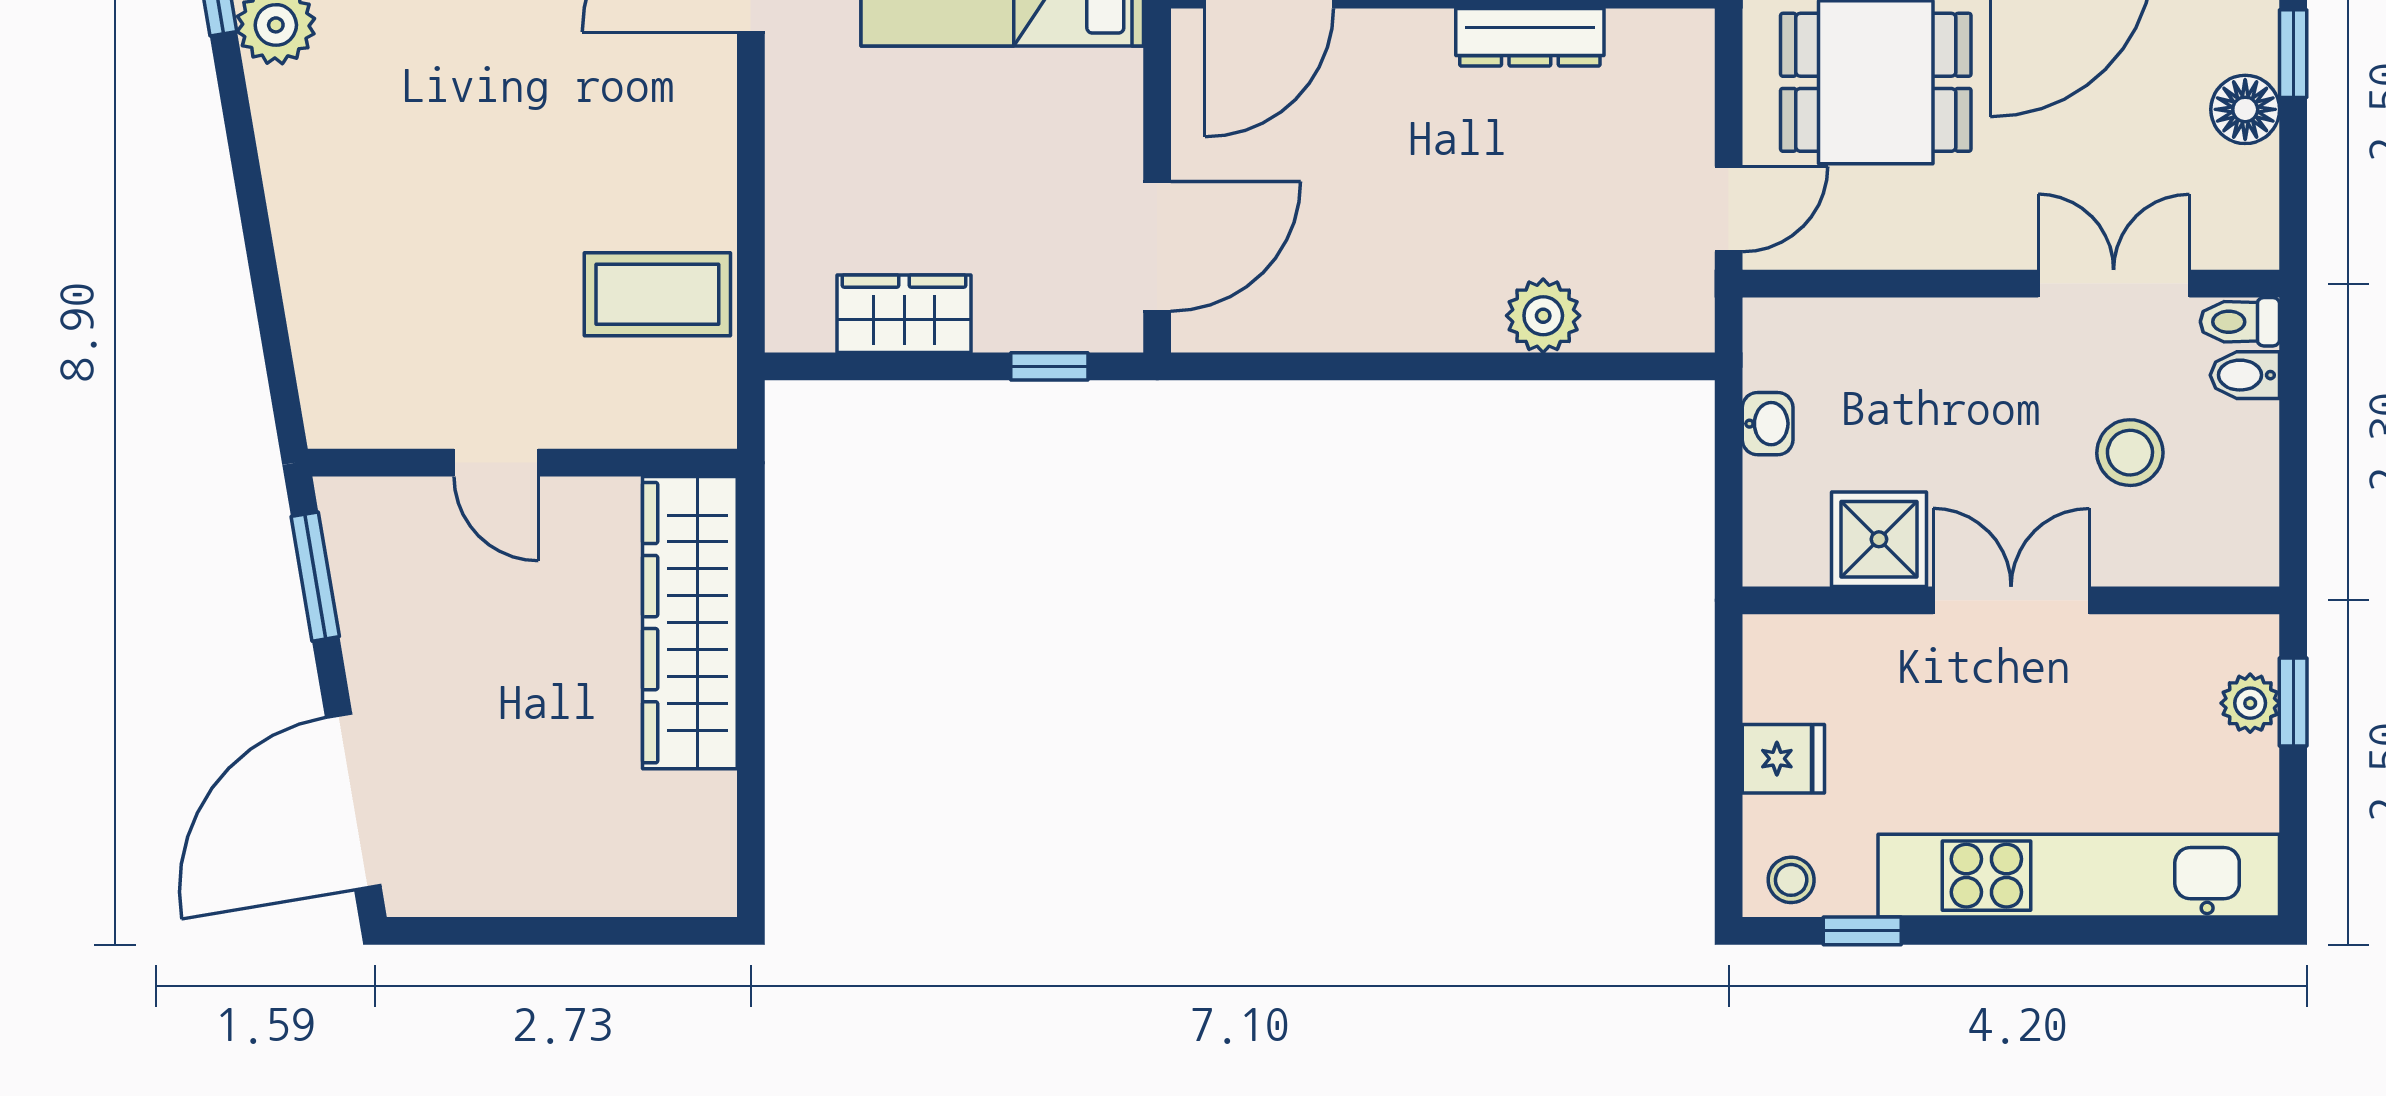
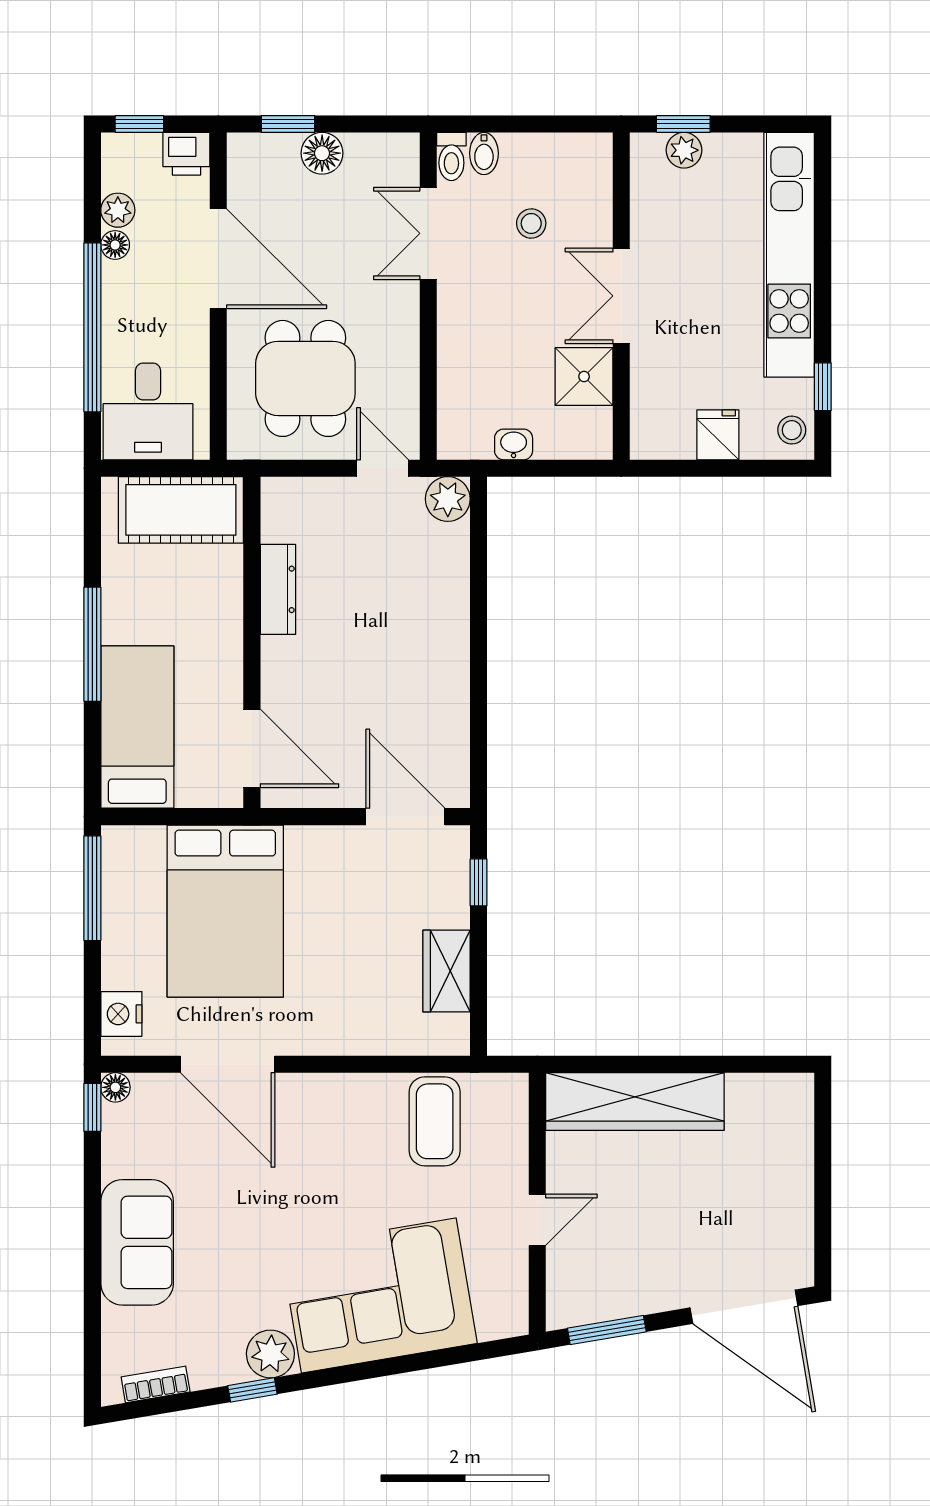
corner sofa: (372, 203) -> (379, 1295), added
plant: (1543, 316) -> (448, 499), moved
stool: (2130, 453) -> (531, 223), width x0.73, depth x0.73

